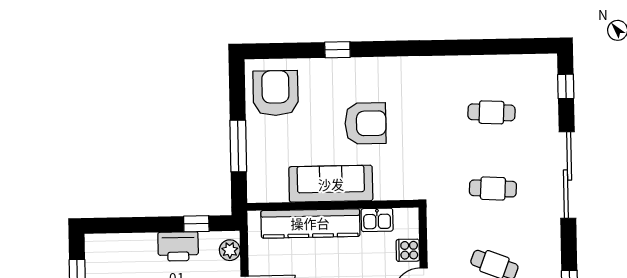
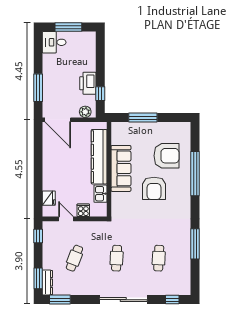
window: (464, 47) -> (195, 244), added
window: (337, 50) -> (195, 174), width x3.17
armchair: (276, 93) -> (166, 156), moved

